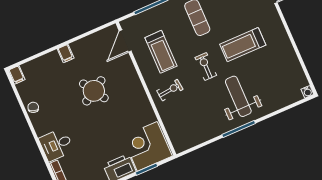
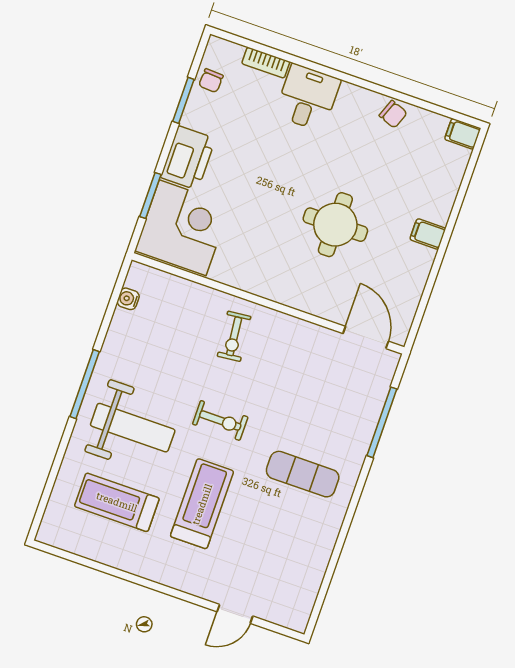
treadmill: (161, 52) -> (117, 502), moved
round table: (94, 91) -> (335, 225), turned 32
water cooler: (307, 92) -> (128, 299), moved

